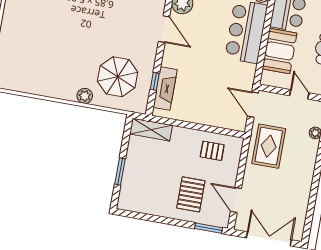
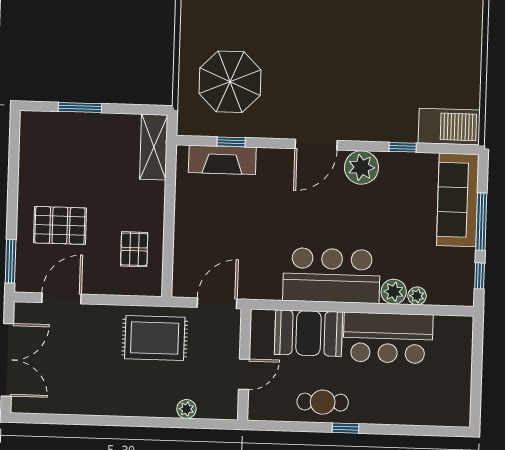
plant: (85, 96) -> (192, 34), removed

